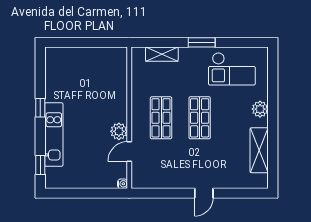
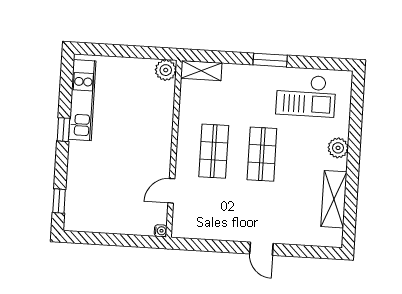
shelving: (162, 54) -> (201, 71), moved
plant: (119, 131) -> (166, 70), moved
kitchen unit: (54, 135) -> (82, 100), moved
door: (204, 193) -> (261, 249), hinge flipped

